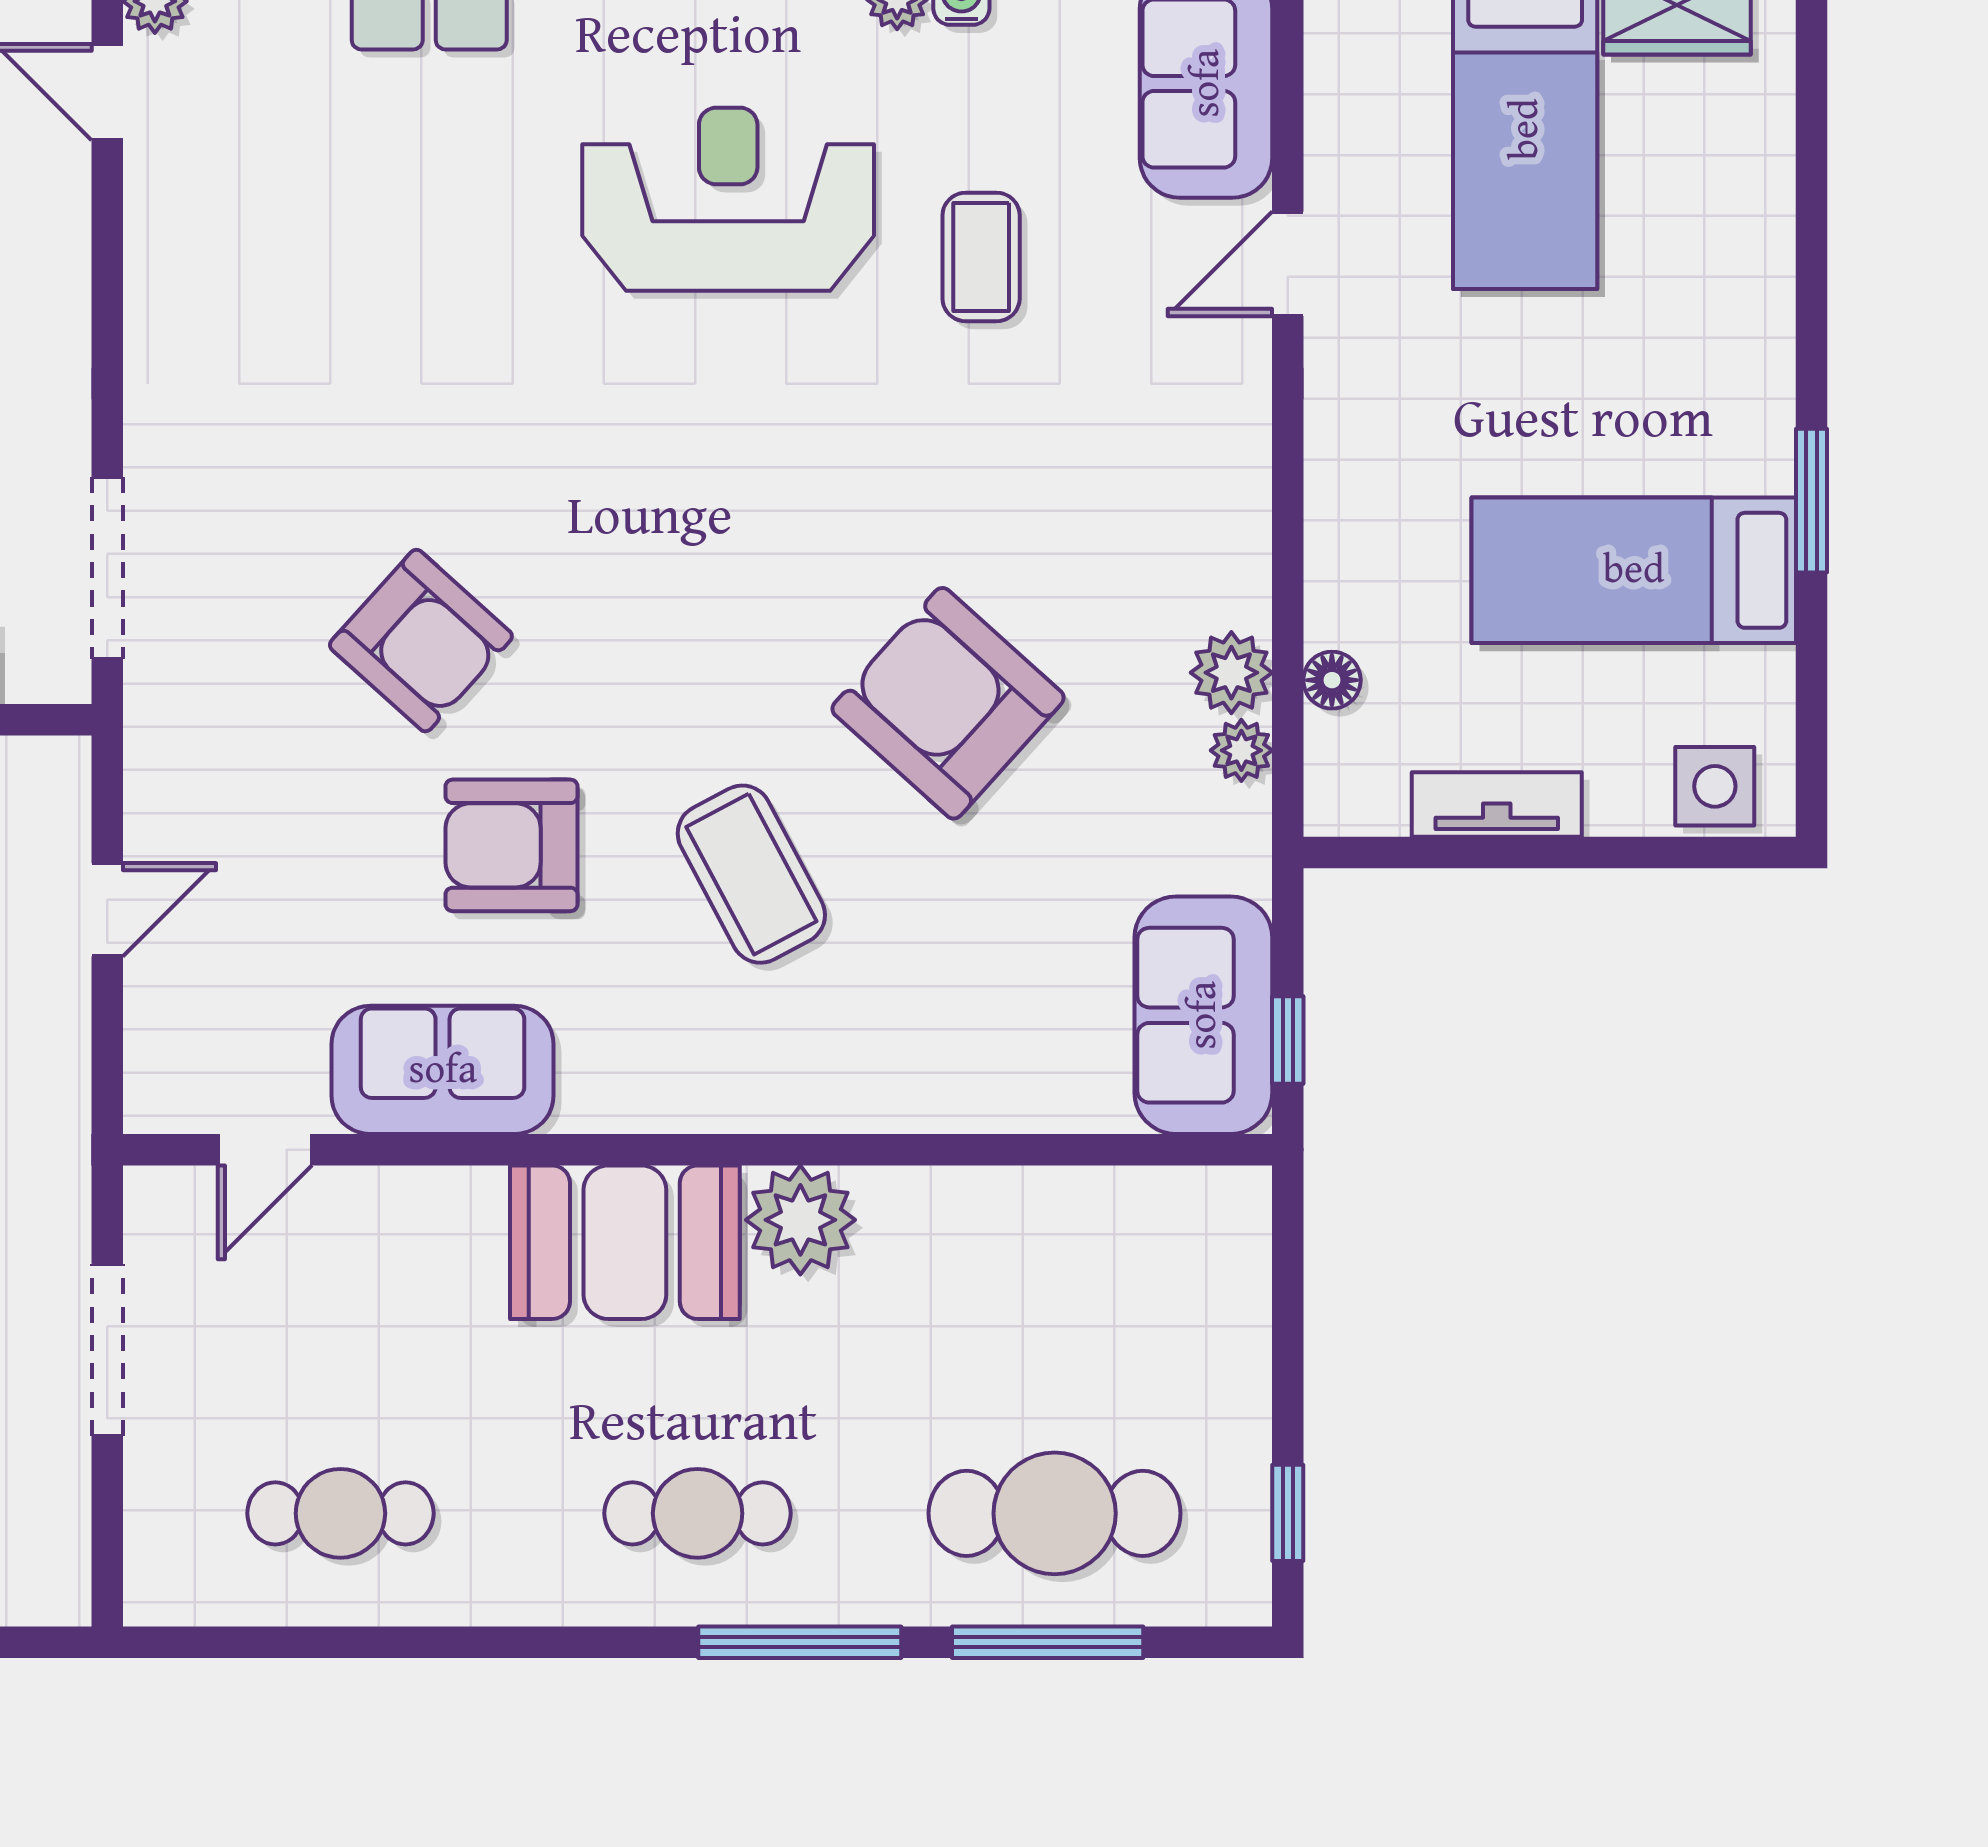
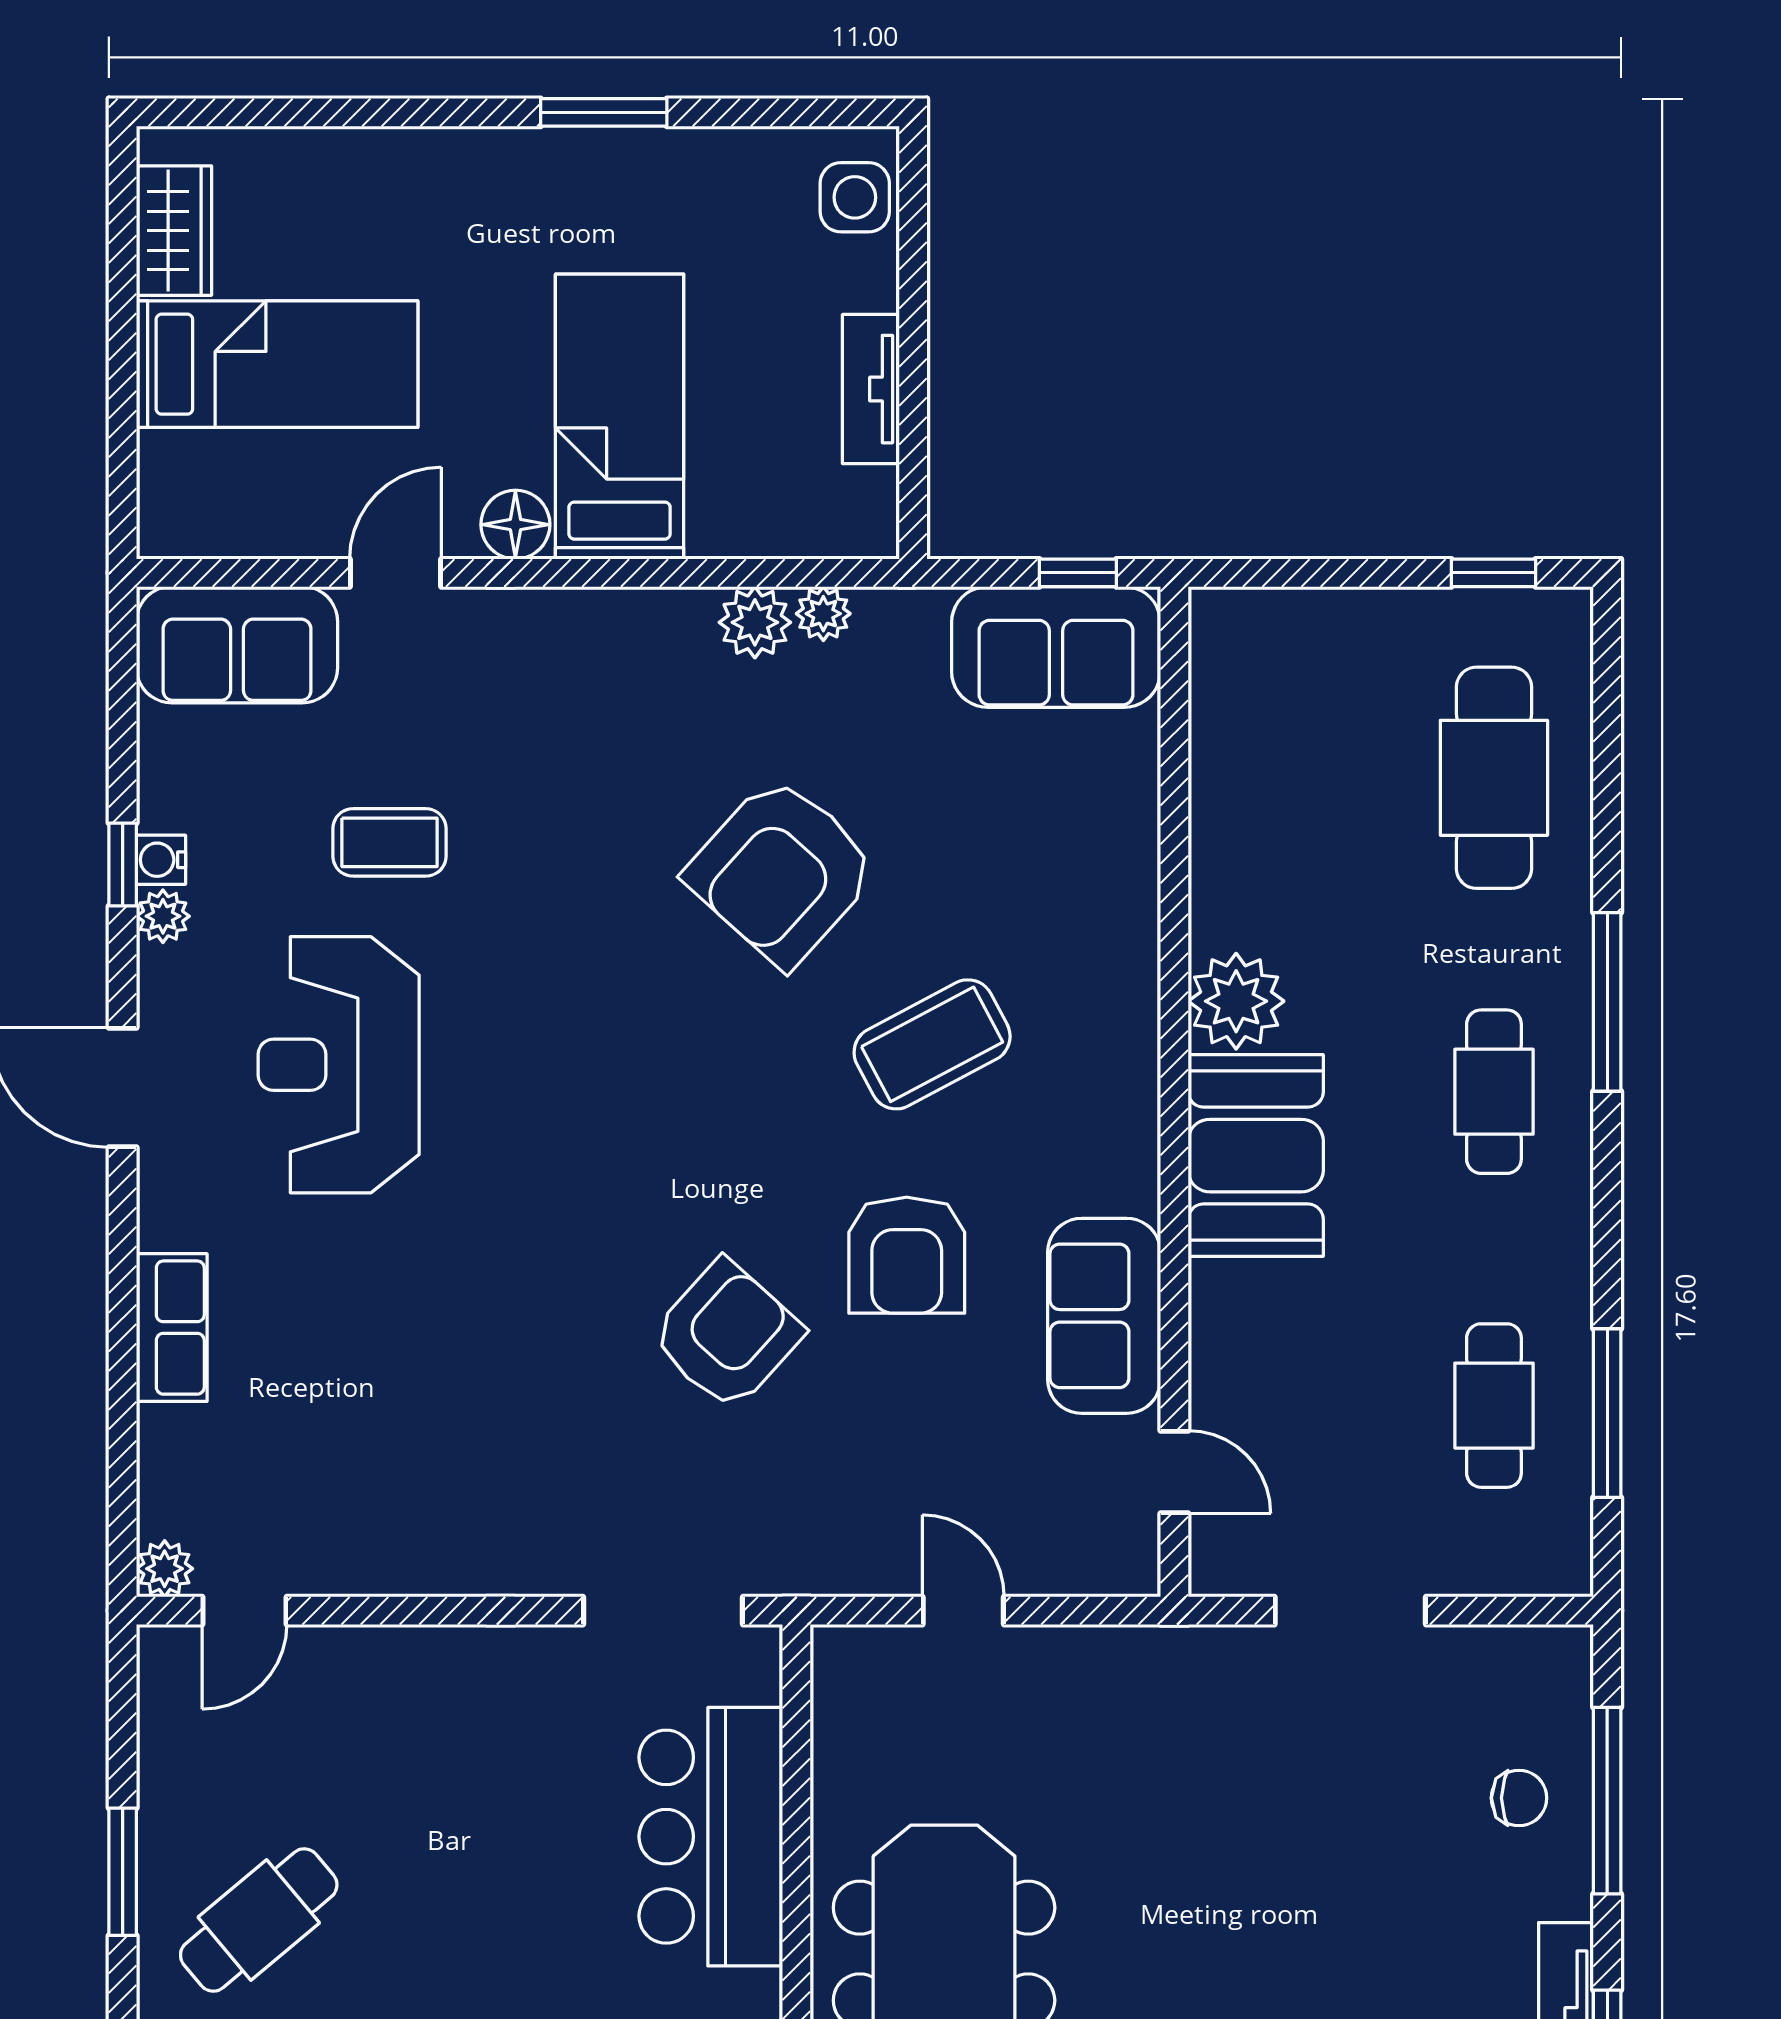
door: (1288, 264) -> (395, 573), swing flipped
bed: (1634, 570) -> (620, 417), moved, turned 180
floor lamp: (1332, 680) -> (515, 525), moved, width x1.37, depth x1.37
window: (1048, 1642) -> (1607, 1413), moved

